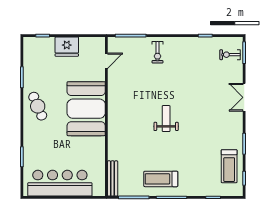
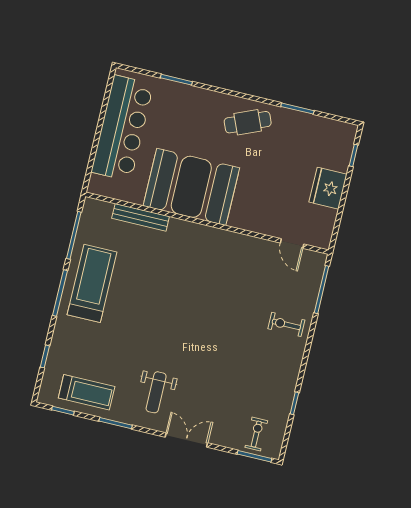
booth: (86, 109) -> (191, 187), moved
weight bench: (166, 119) -> (156, 392), moved, turned 90
treadmill: (229, 166) -> (87, 392), turned 180
bench: (113, 178) -> (141, 217), moved
treadmill: (161, 179) -> (92, 283), width x1.37, depth x1.38

